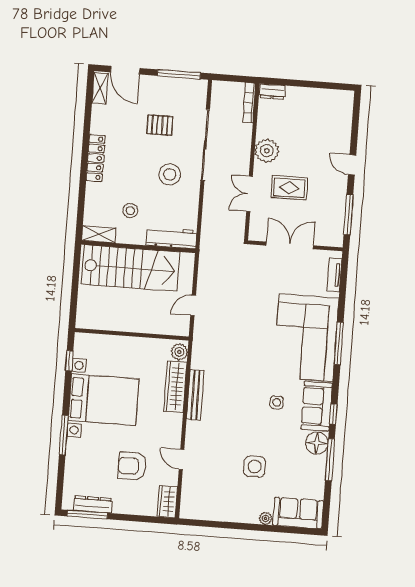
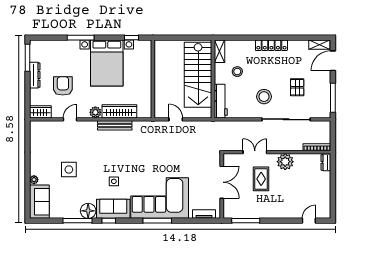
door: (352, 165) -> (309, 221), moved
plant: (179, 352) -> (95, 112), moved
dresser: (93, 504) -> (35, 75), moved

